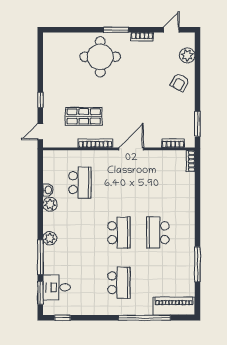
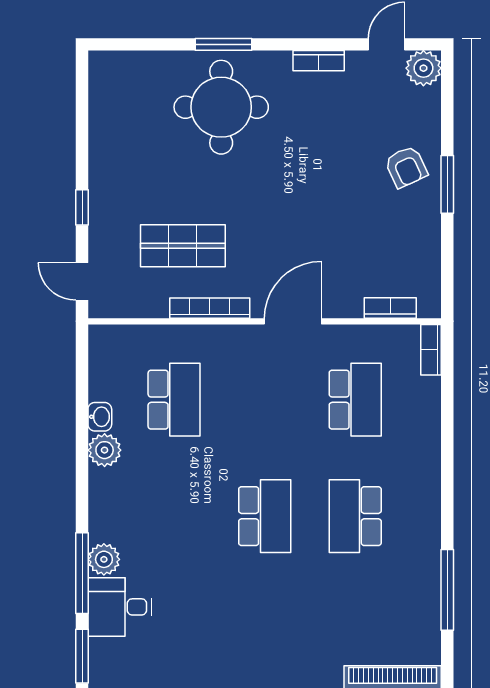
window: (116, 30) -> (224, 44), moved
plant: (187, 55) -> (423, 68), moved
armchair: (180, 82) -> (406, 167), turned -54
window: (197, 124) -> (447, 184), moved
door: (40, 132) -> (82, 281), hinge flipped
plant: (50, 238) -> (104, 559), moved
school desk: (119, 283) -> (355, 400), moved
desk: (57, 287) -> (120, 607), moved

